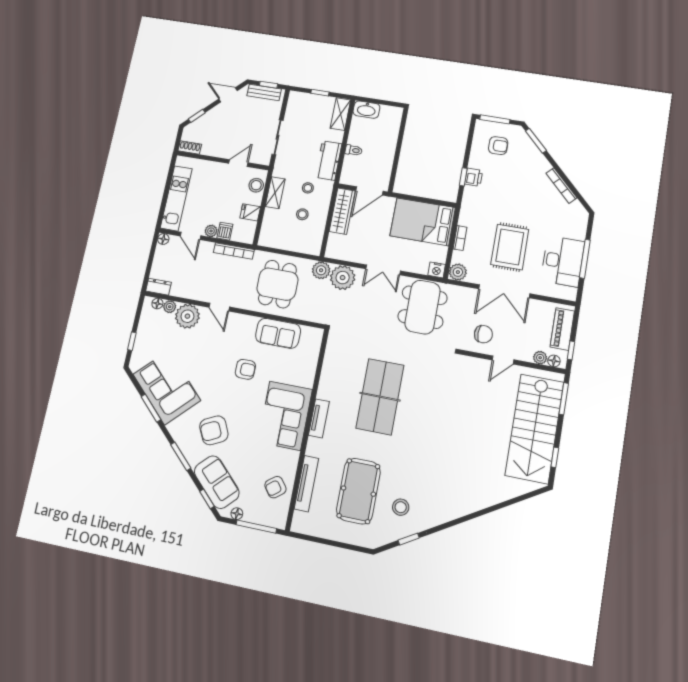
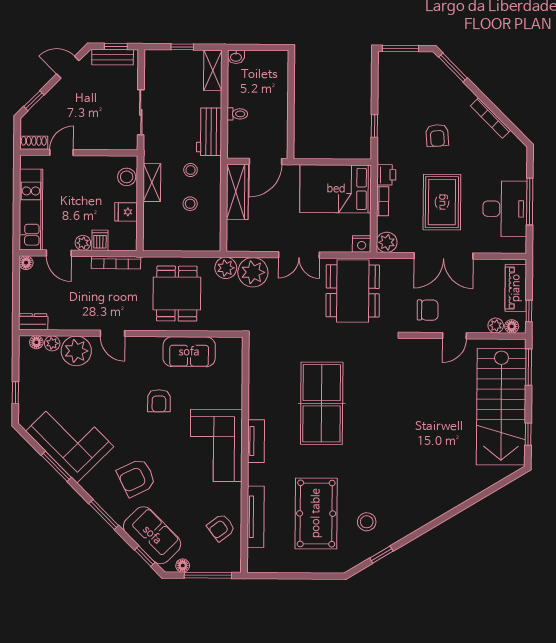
washbasin: (366, 110) -> (236, 57), width x0.52, depth x0.69
armchair: (498, 146) -> (437, 135), moved, turned 86
door: (238, 163) -> (62, 152), moved
printer: (474, 177) -> (386, 175), moved
armchair: (245, 369) -> (159, 401), turned 90

